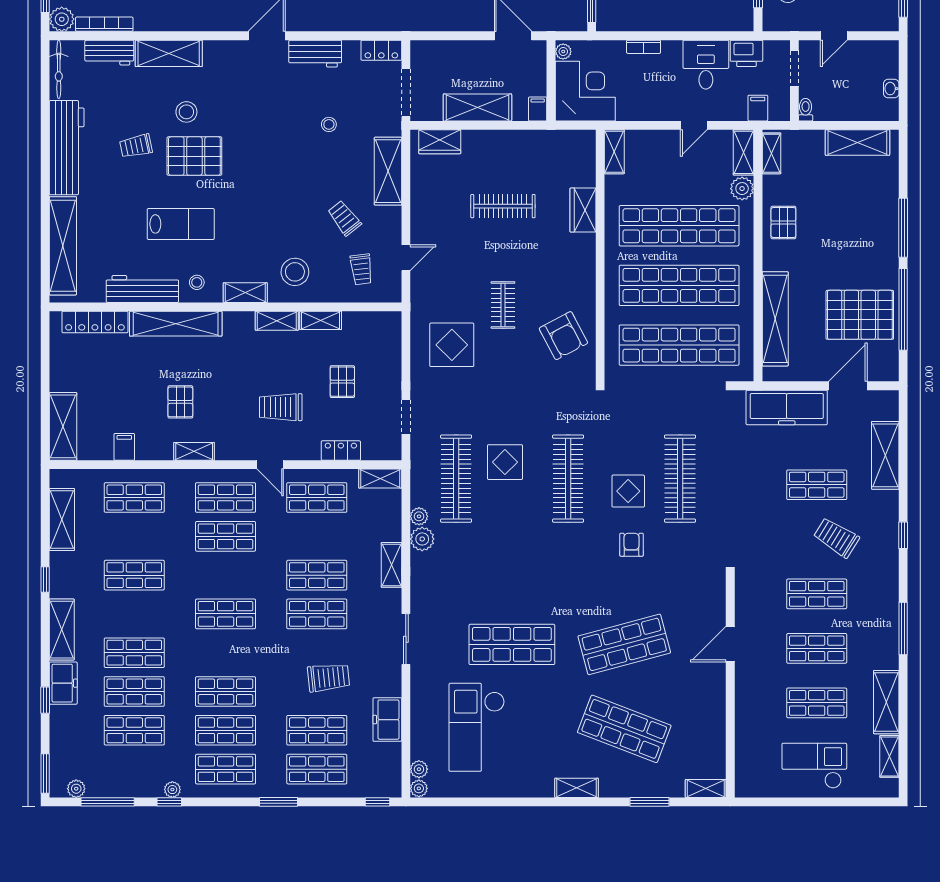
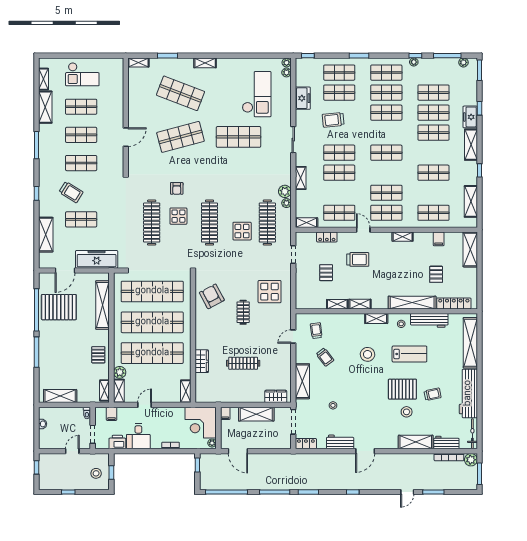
lab bench: (181, 224) -> (409, 354), turned 180
stool: (295, 272) -> (368, 354), moved
pallet: (180, 402) -> (436, 274), moved

